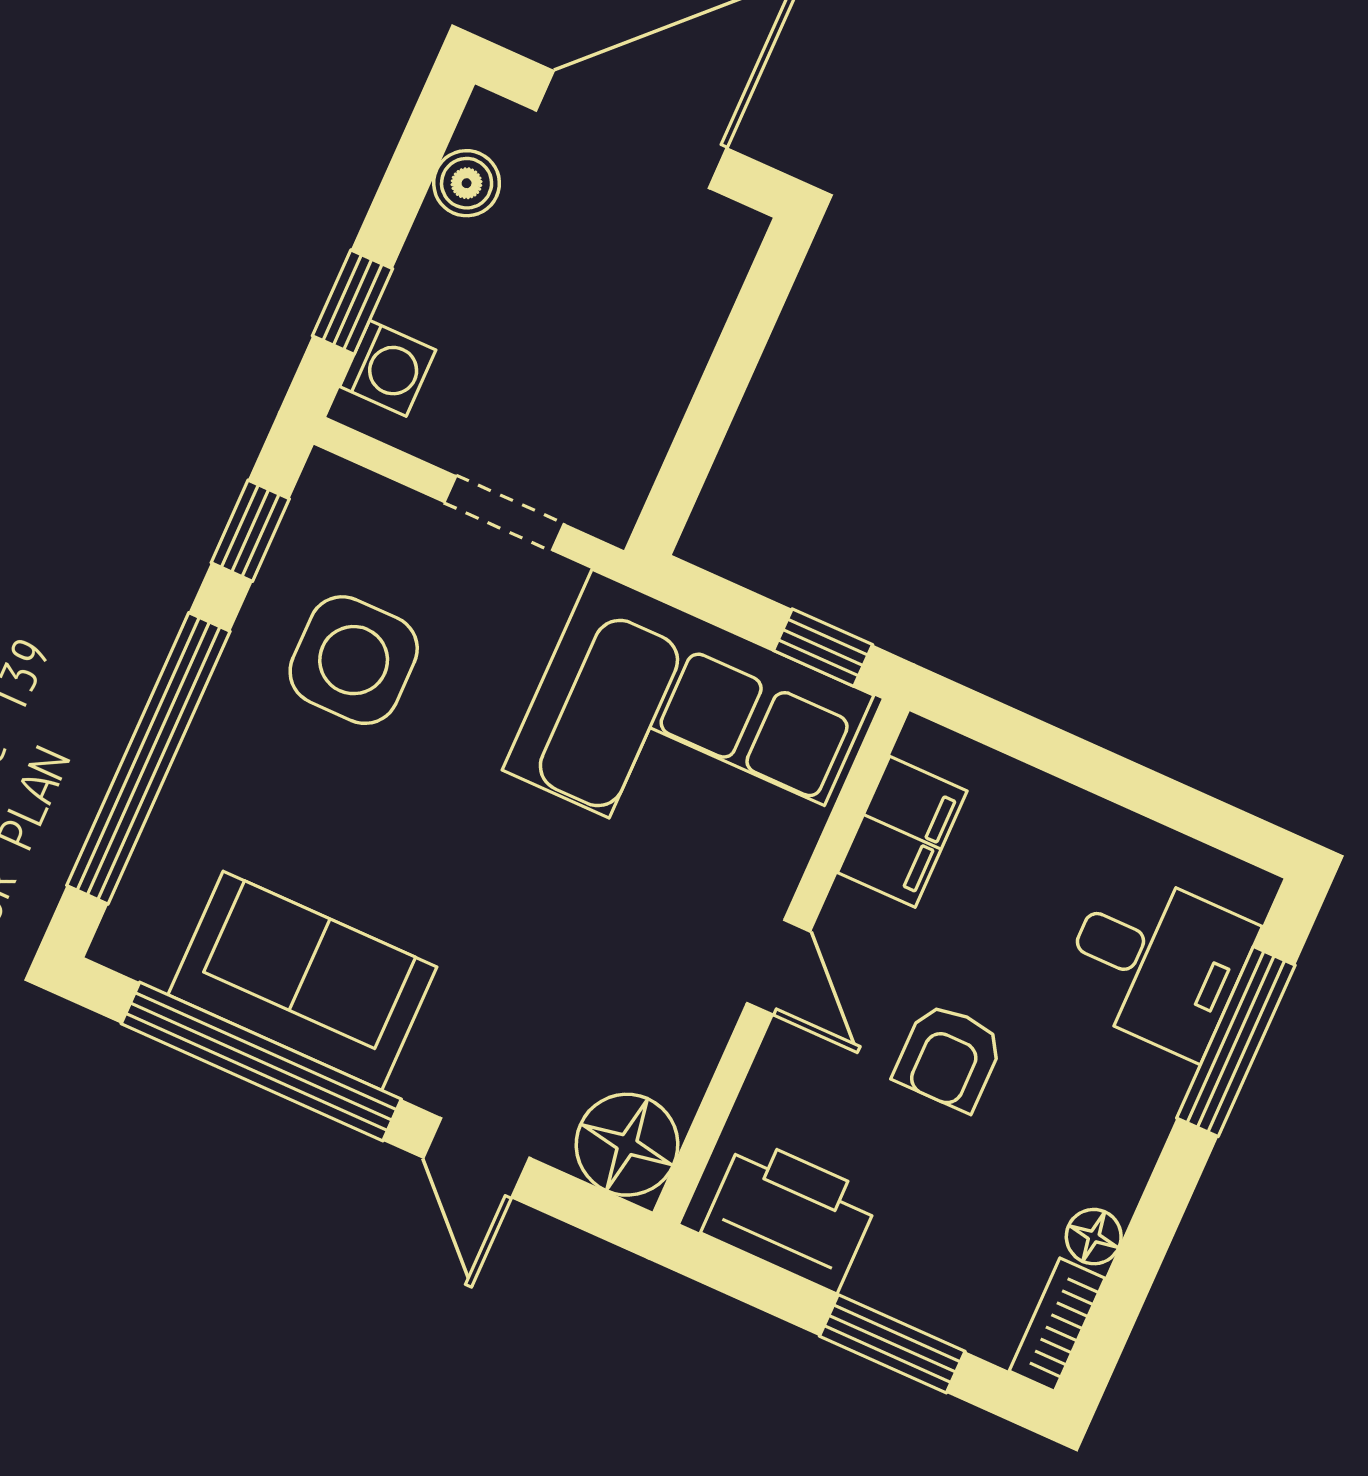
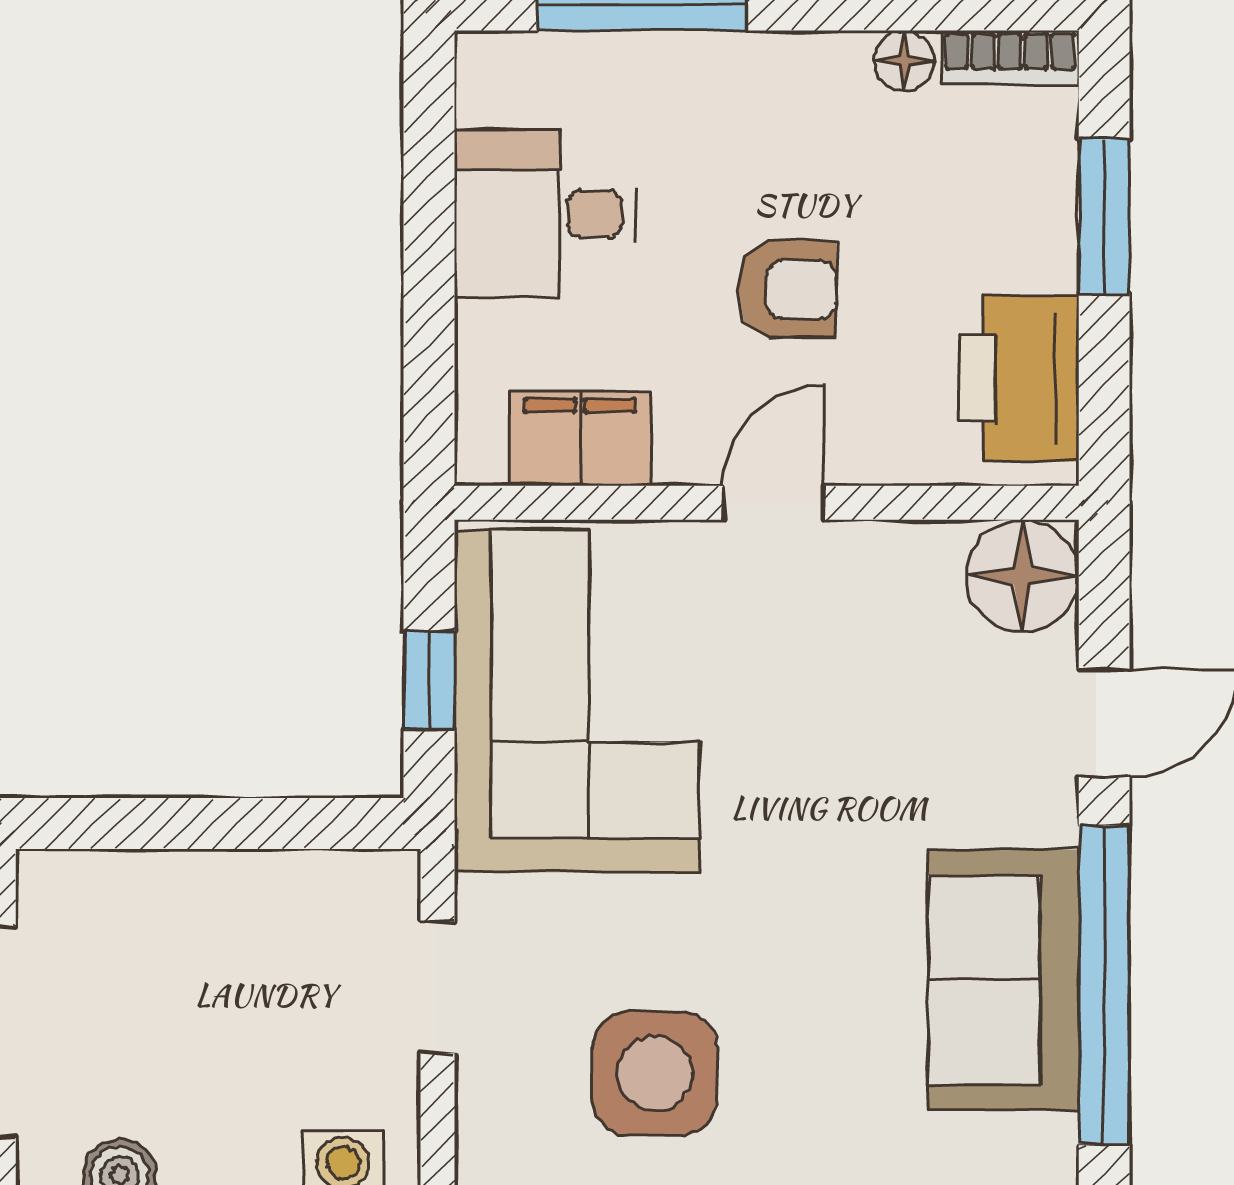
window: (823, 648) -> (429, 680), moved
desk: (1157, 962) -> (545, 214), moved, turned -90

